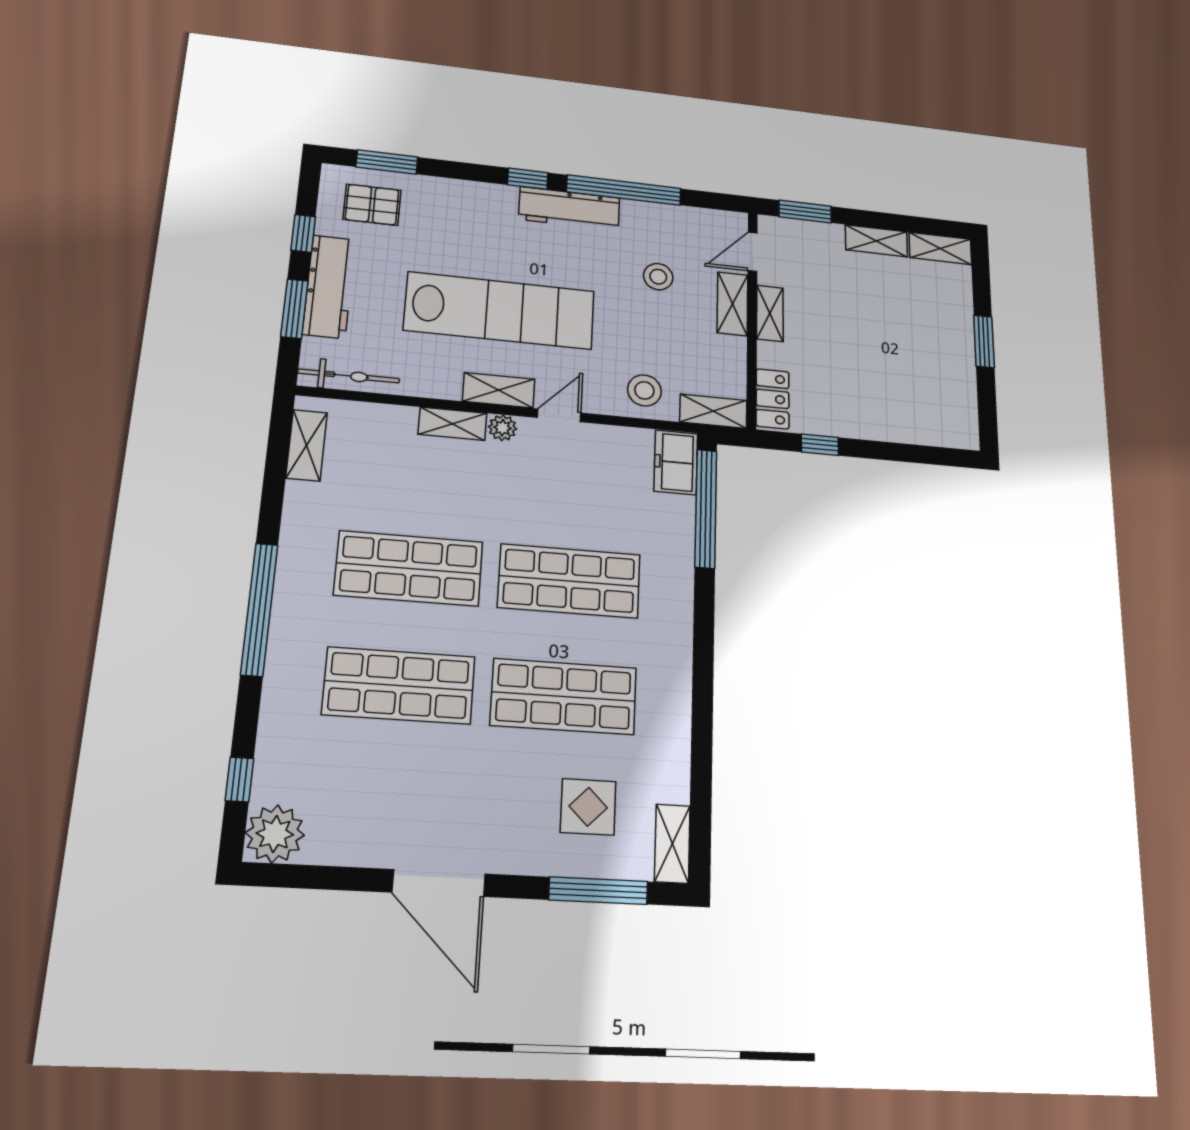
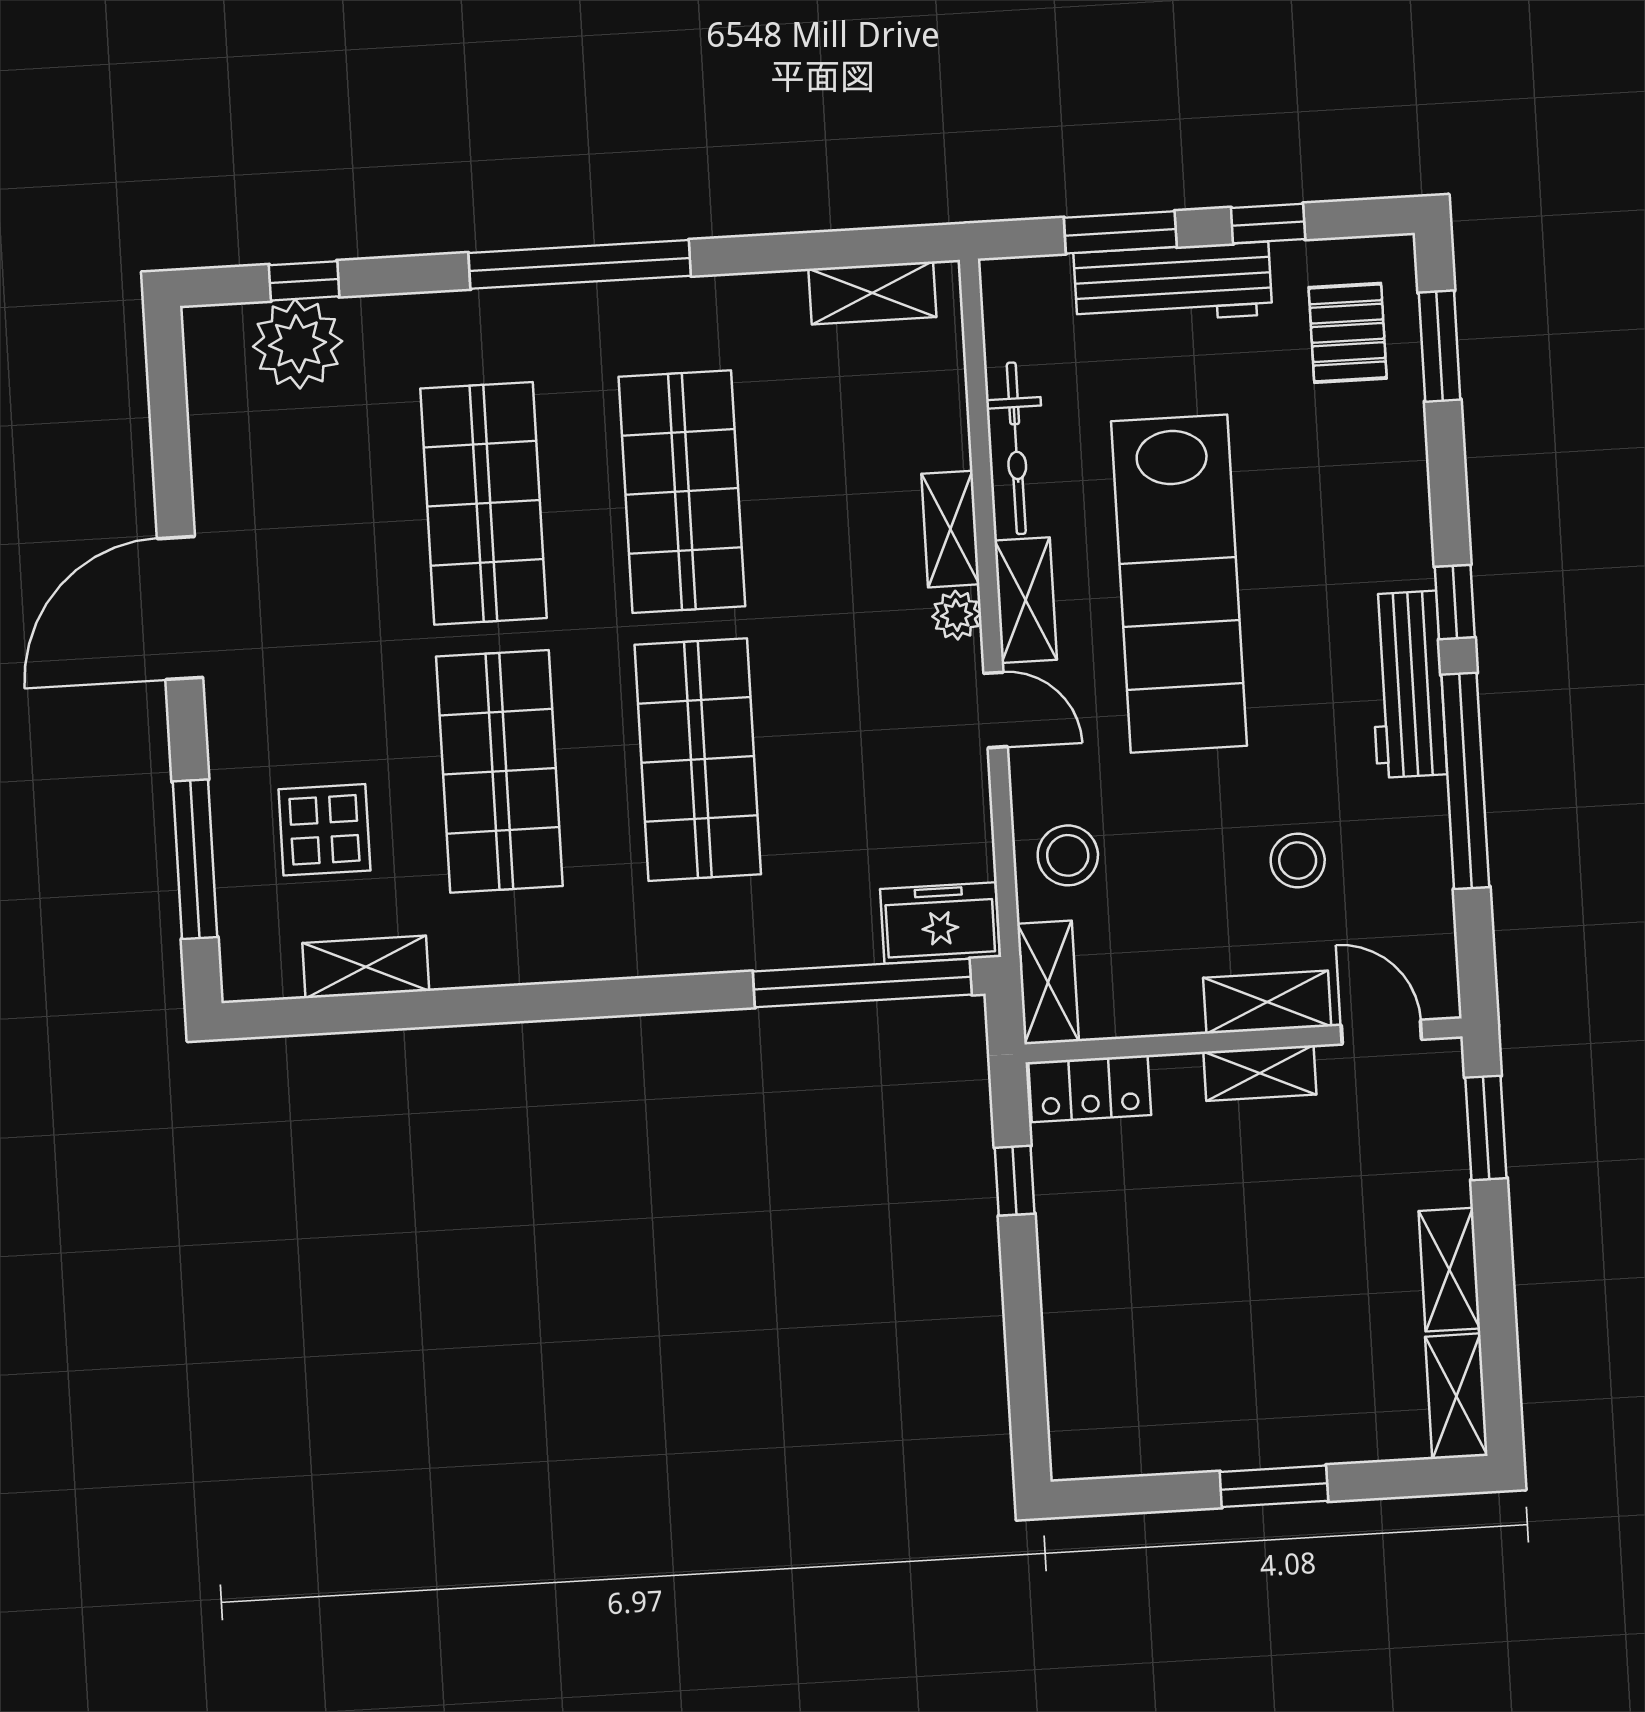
bicycle: (349, 376) -> (1016, 448), moved
plant: (275, 834) -> (298, 344), moved
shelving: (672, 844) -> (366, 967), moved

